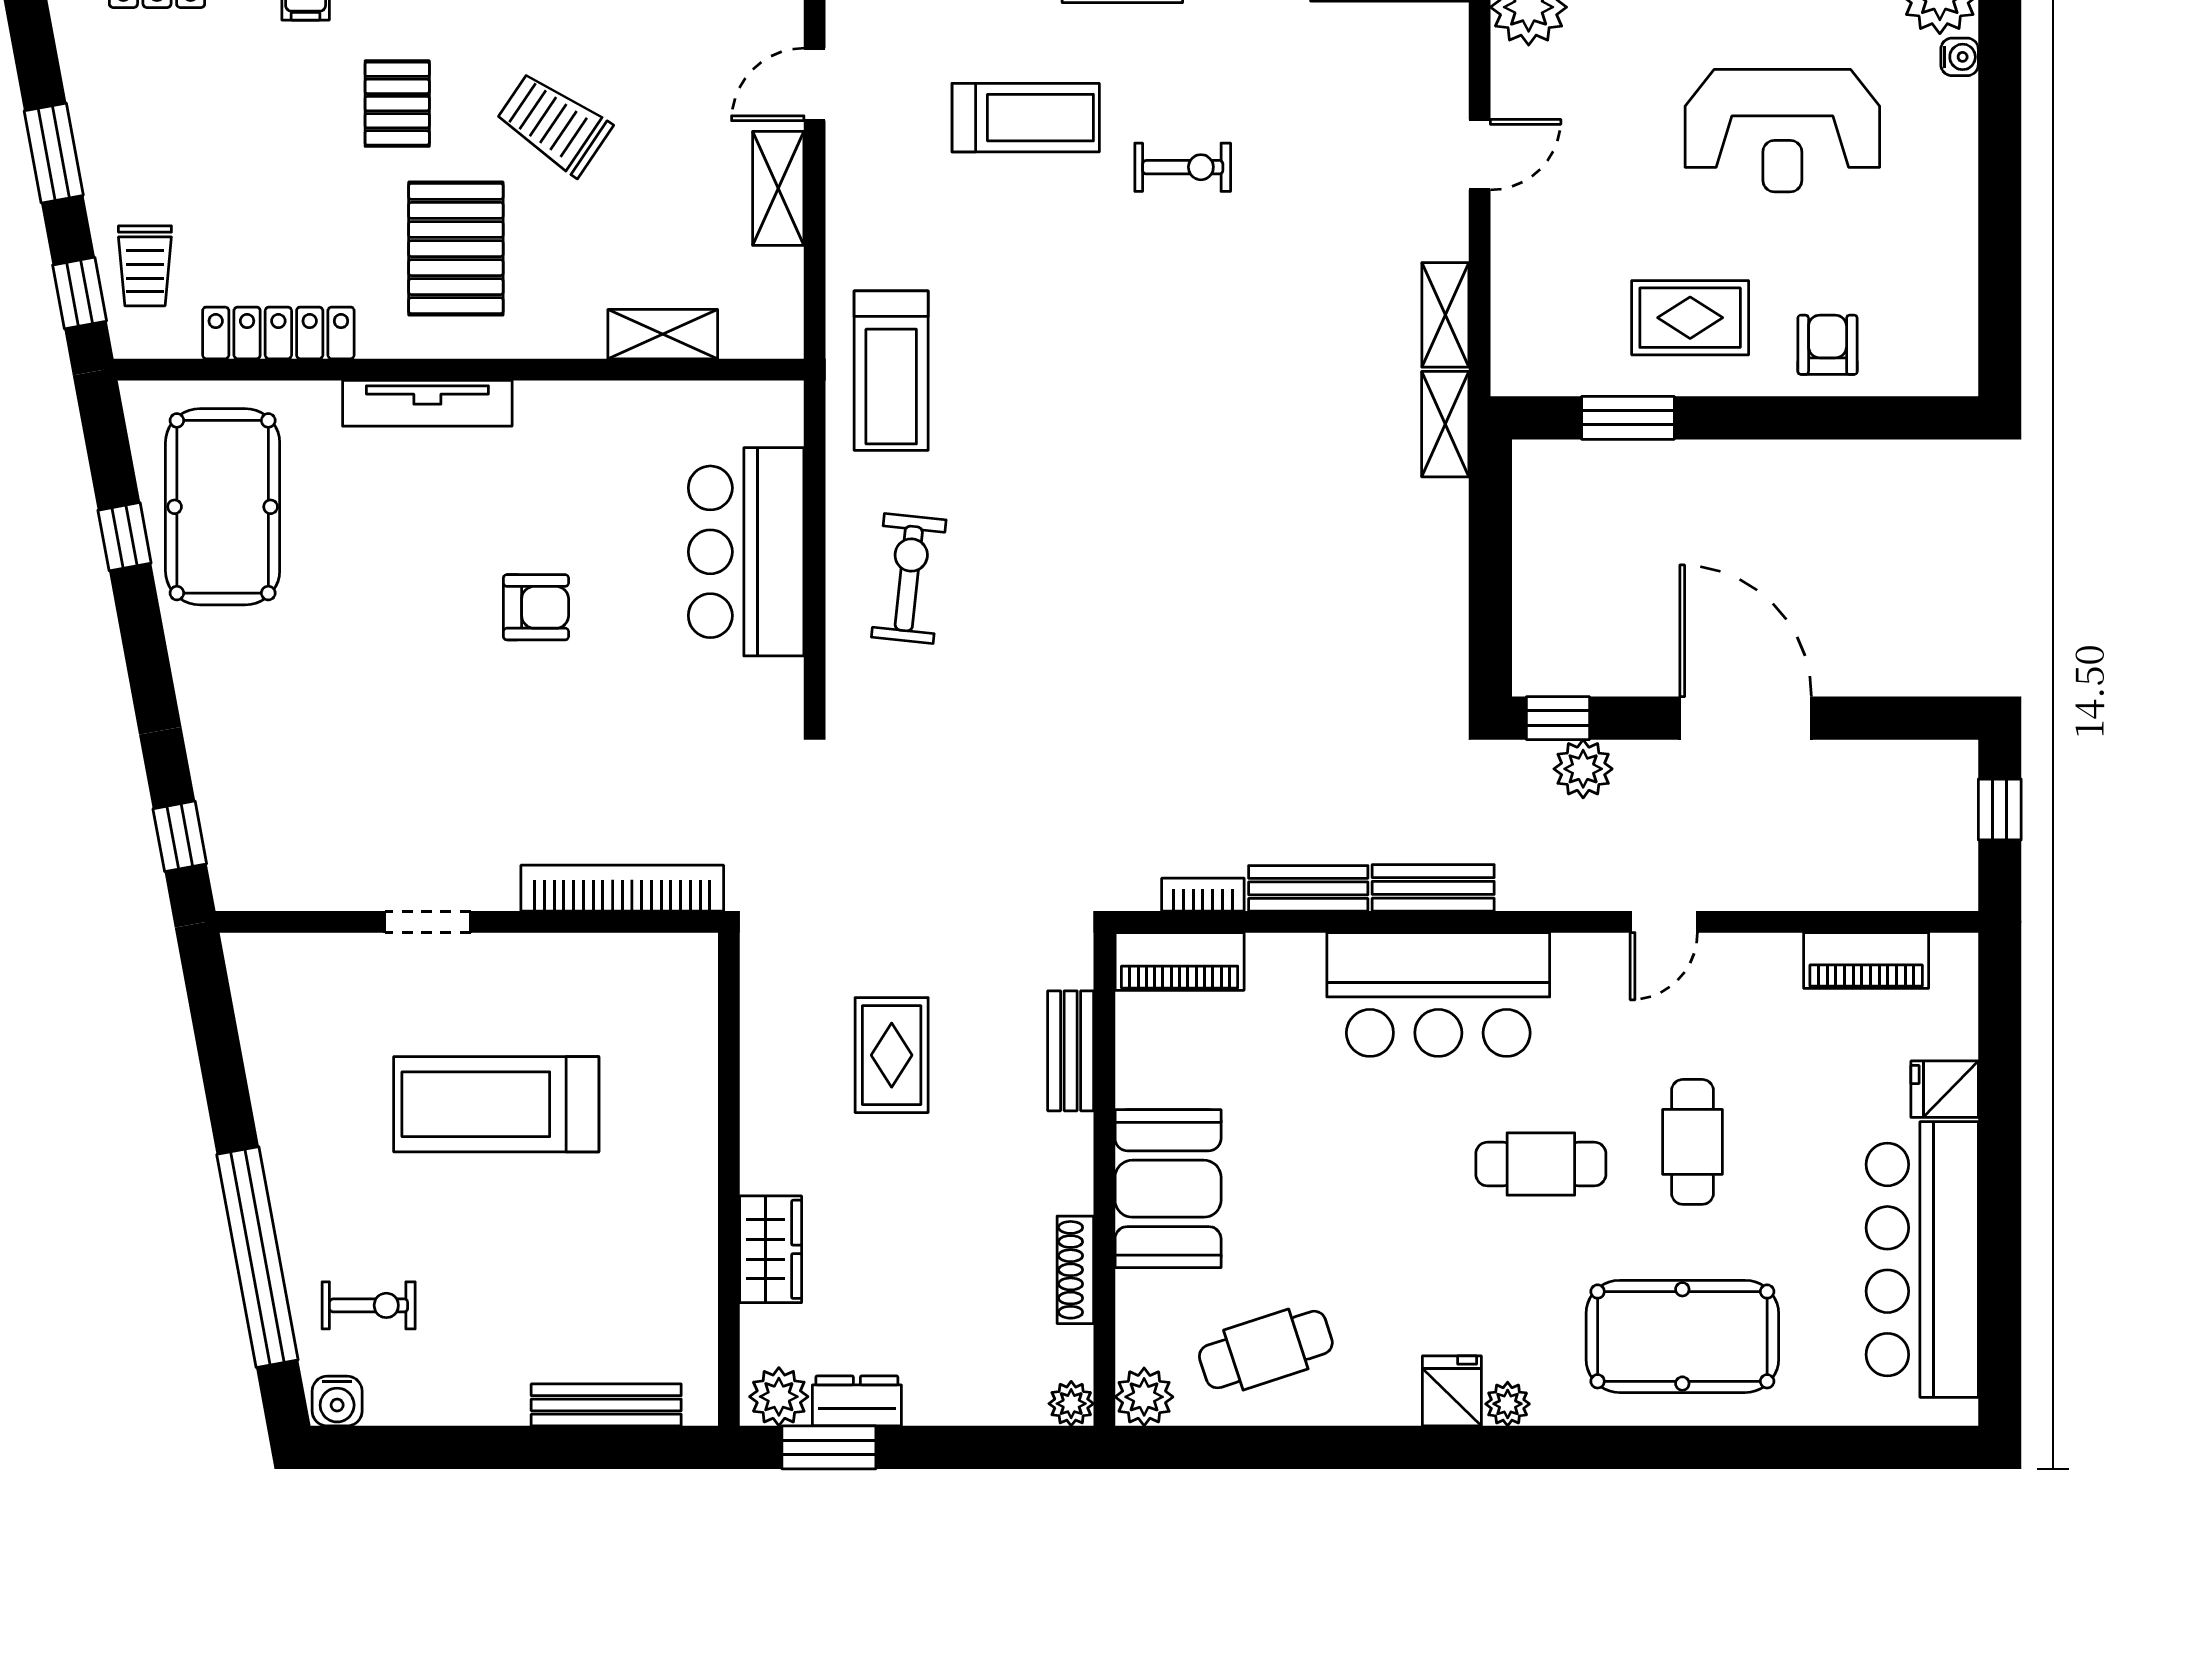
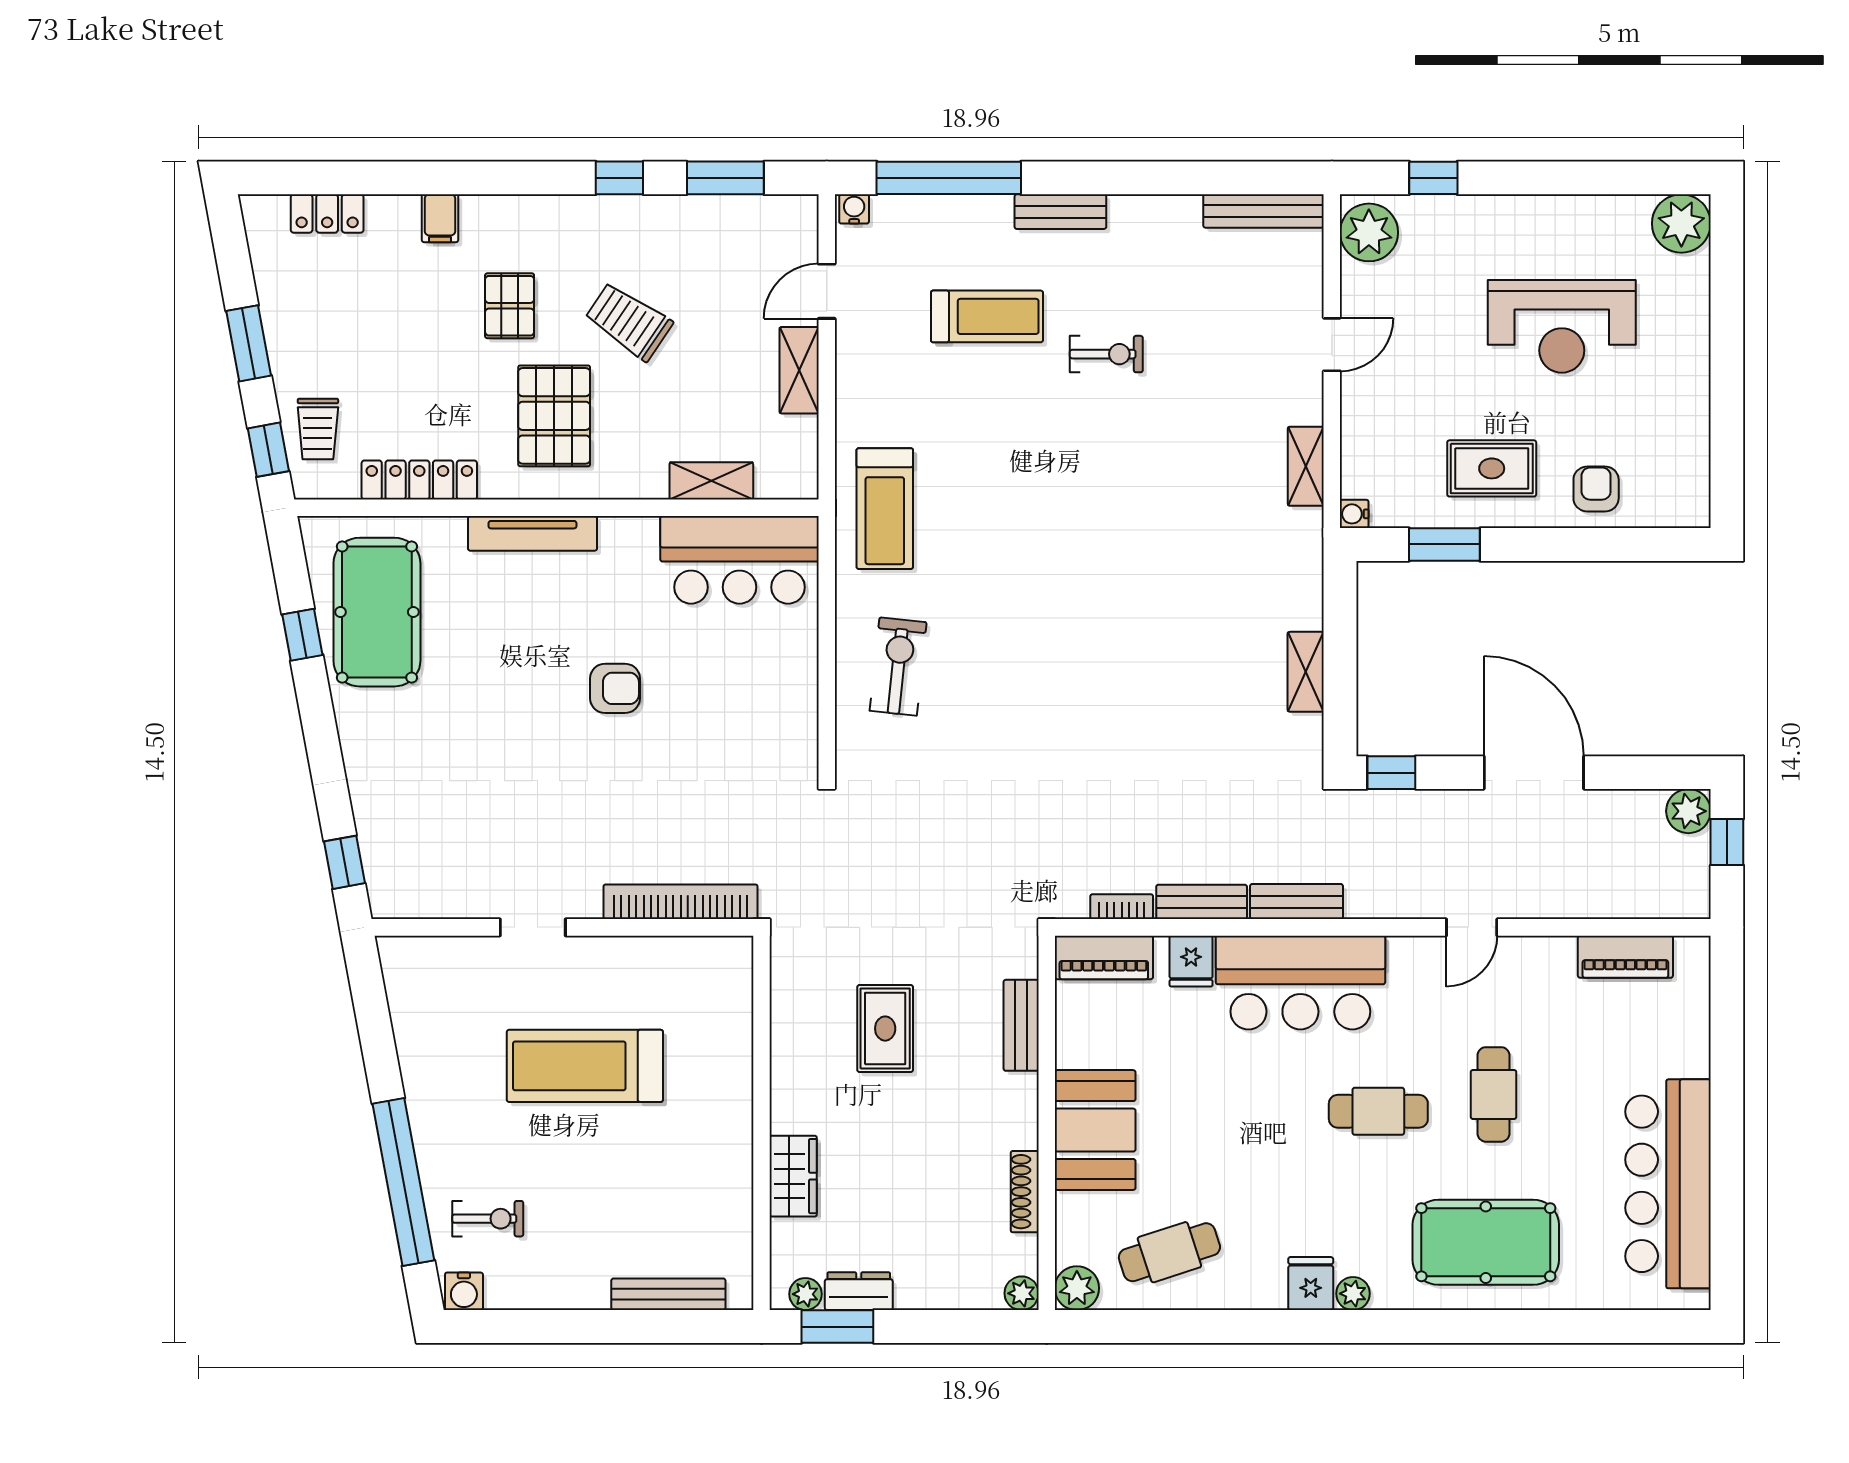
water cooler: (1960, 57) -> (1354, 514), moved, turned 180
shelving: (1445, 424) -> (1306, 672), moved
bar counter: (746, 552) -> (740, 560), moved, turned -90
plant: (1583, 769) -> (1688, 811), moved
fridge: (1945, 1089) -> (1191, 961), moved, turned -90
plant: (779, 1397) -> (805, 1294), width x0.73, depth x0.73

